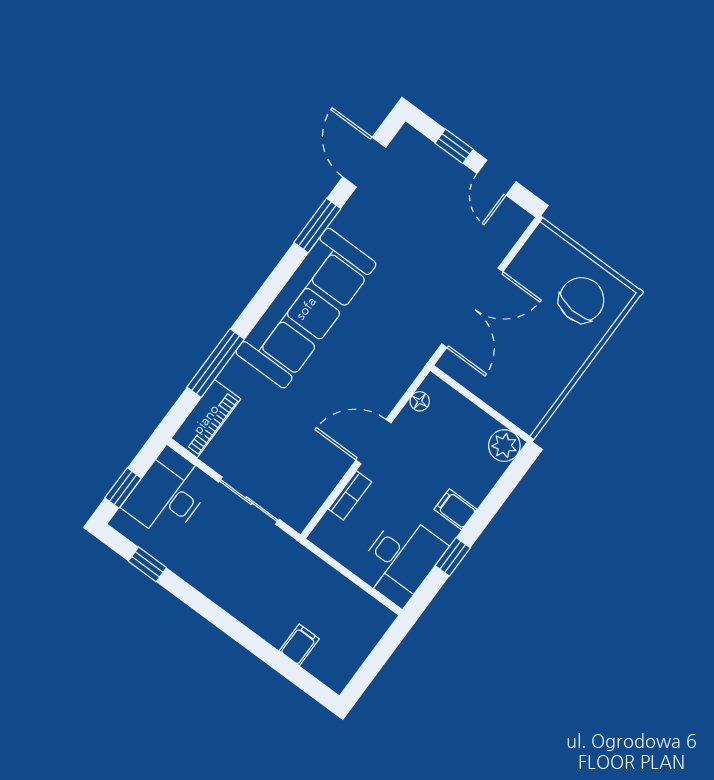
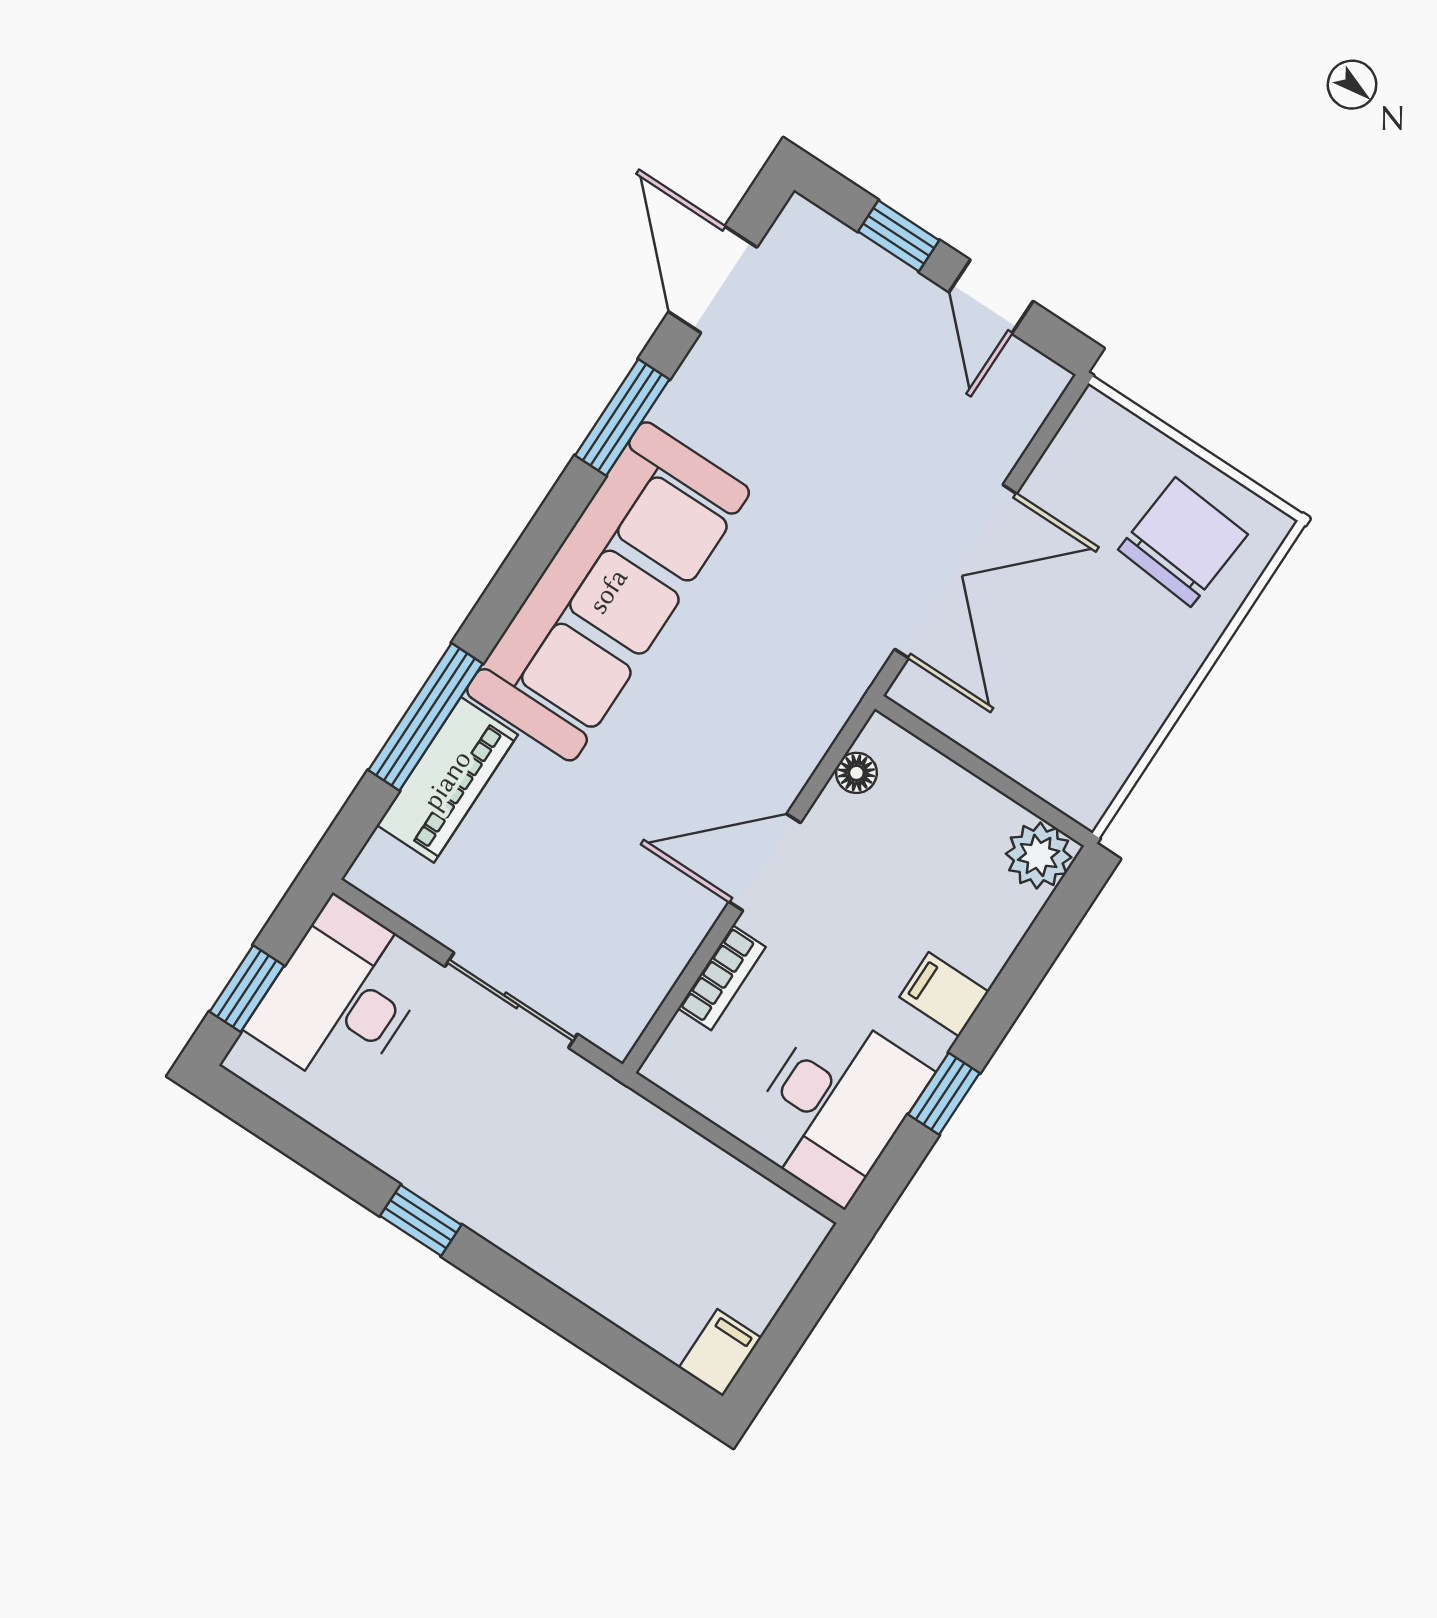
piano: (206, 419) -> (447, 780), moved
window: (147, 564) -> (421, 1220), moved
filing cabinet: (299, 645) -> (720, 1353), moved

